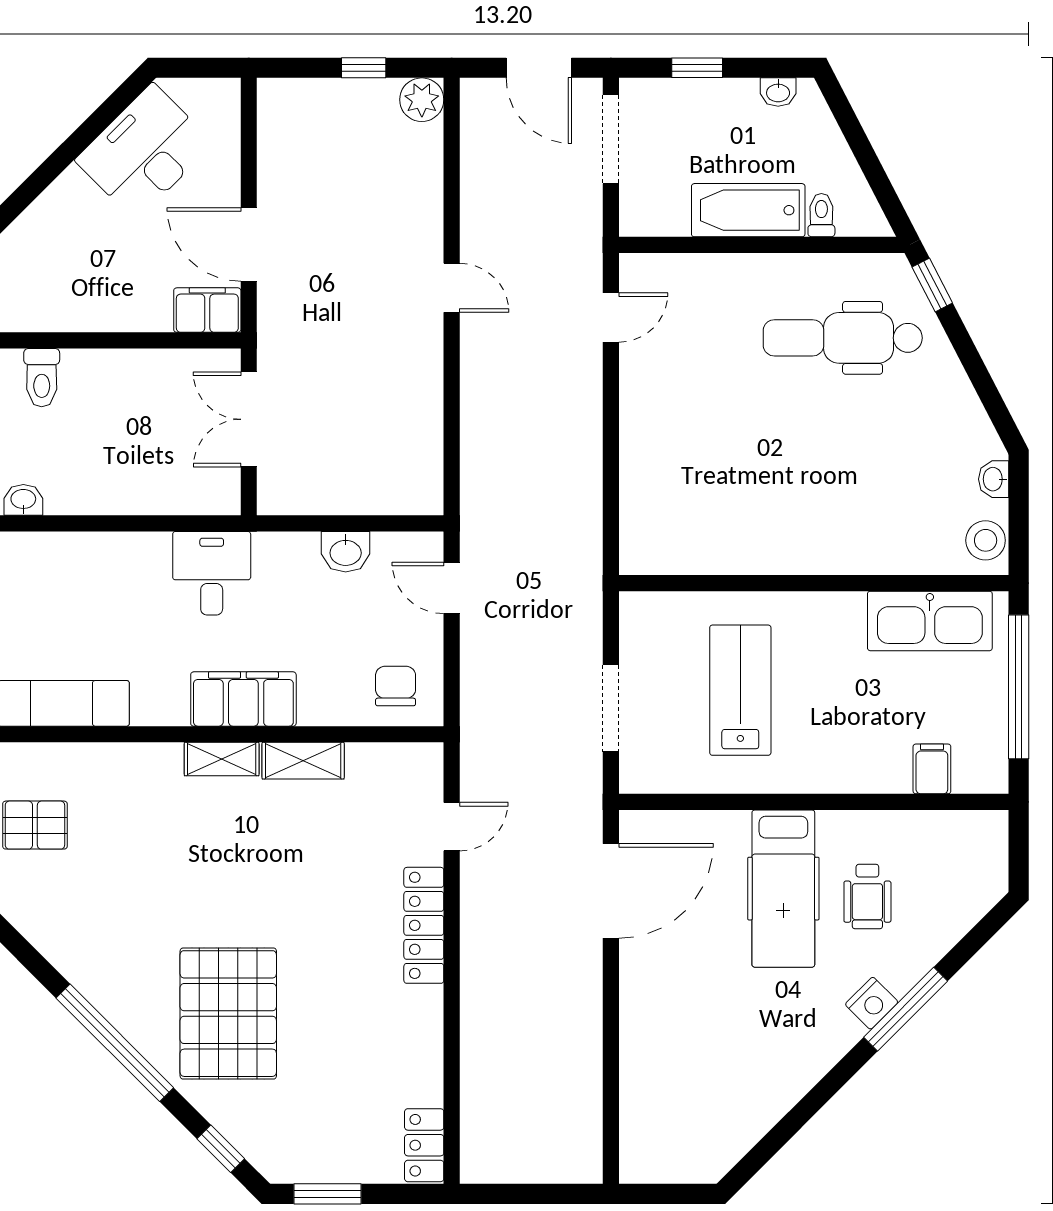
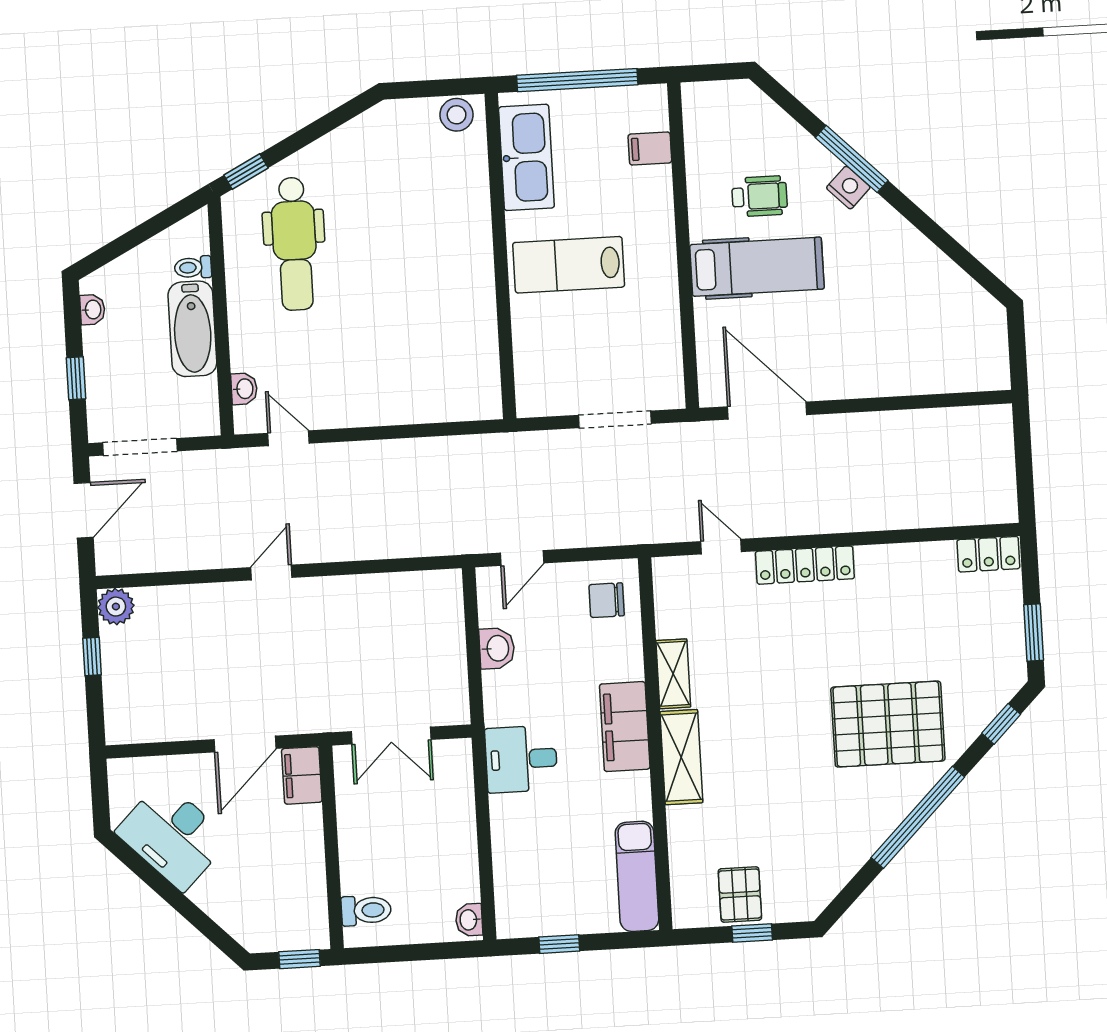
washbasin: (994, 479) -> (244, 389), moved, turned -90
lab bench: (740, 690) -> (569, 265), moved
shelving: (222, 759) -> (681, 757), width x1.50, depth x1.33

